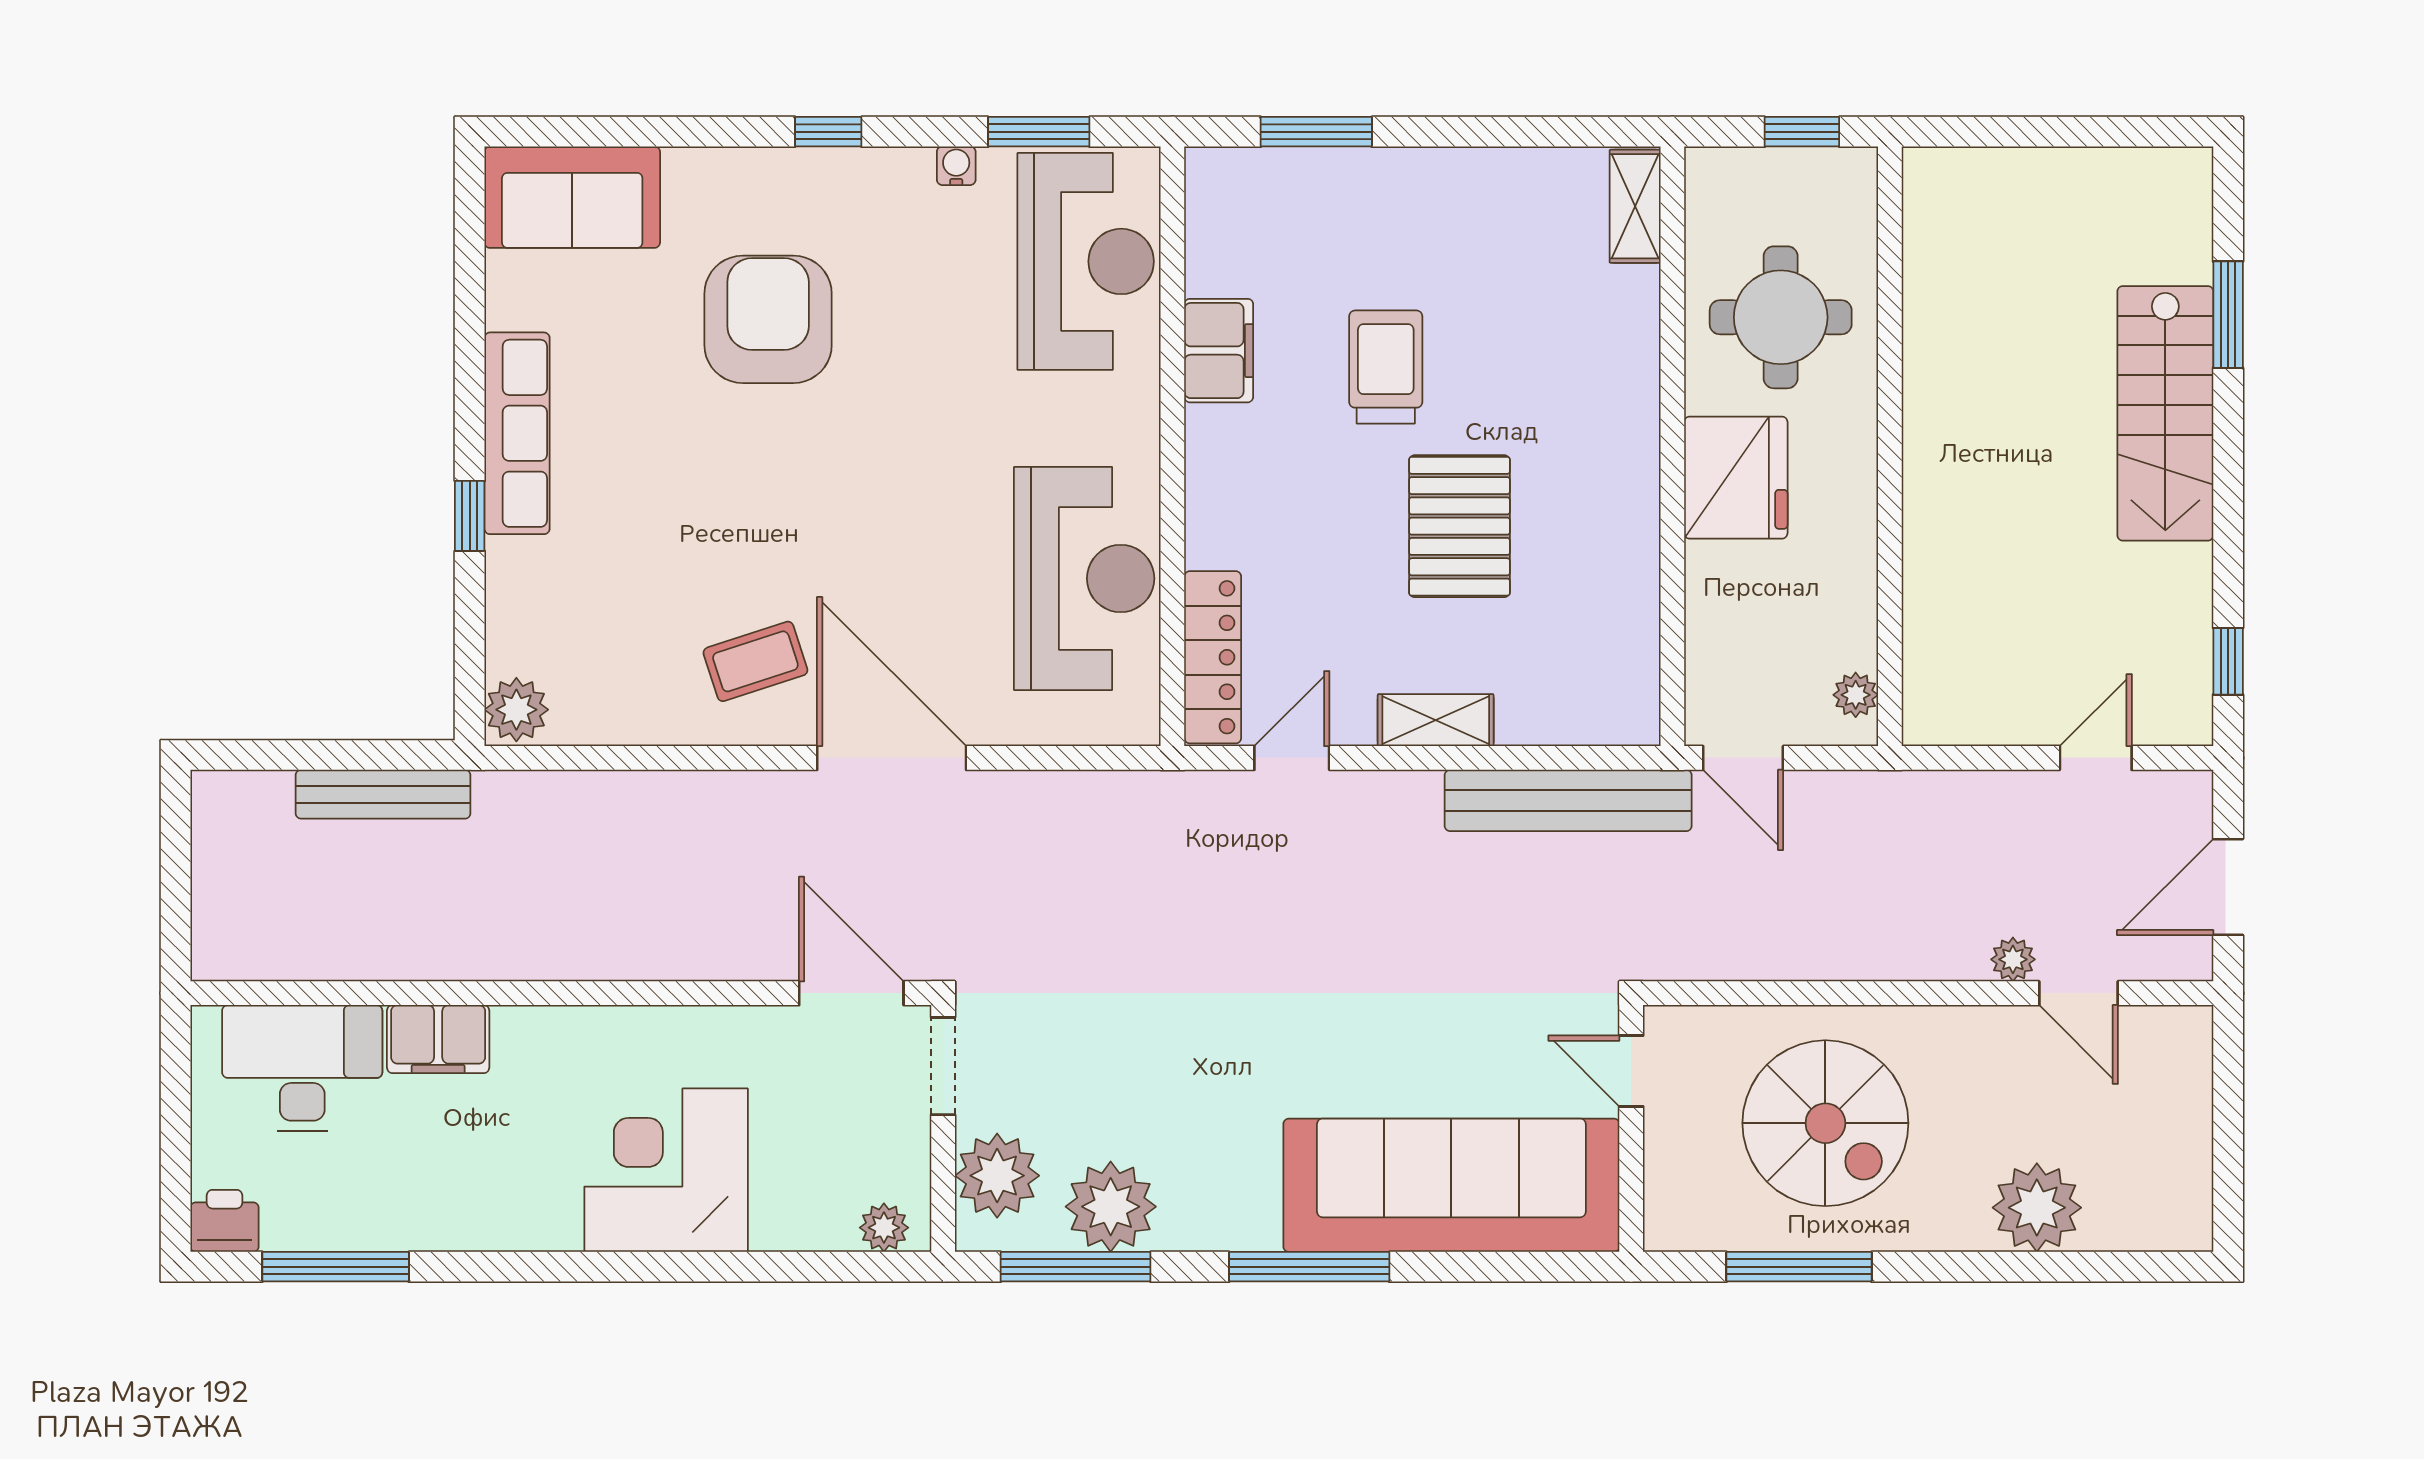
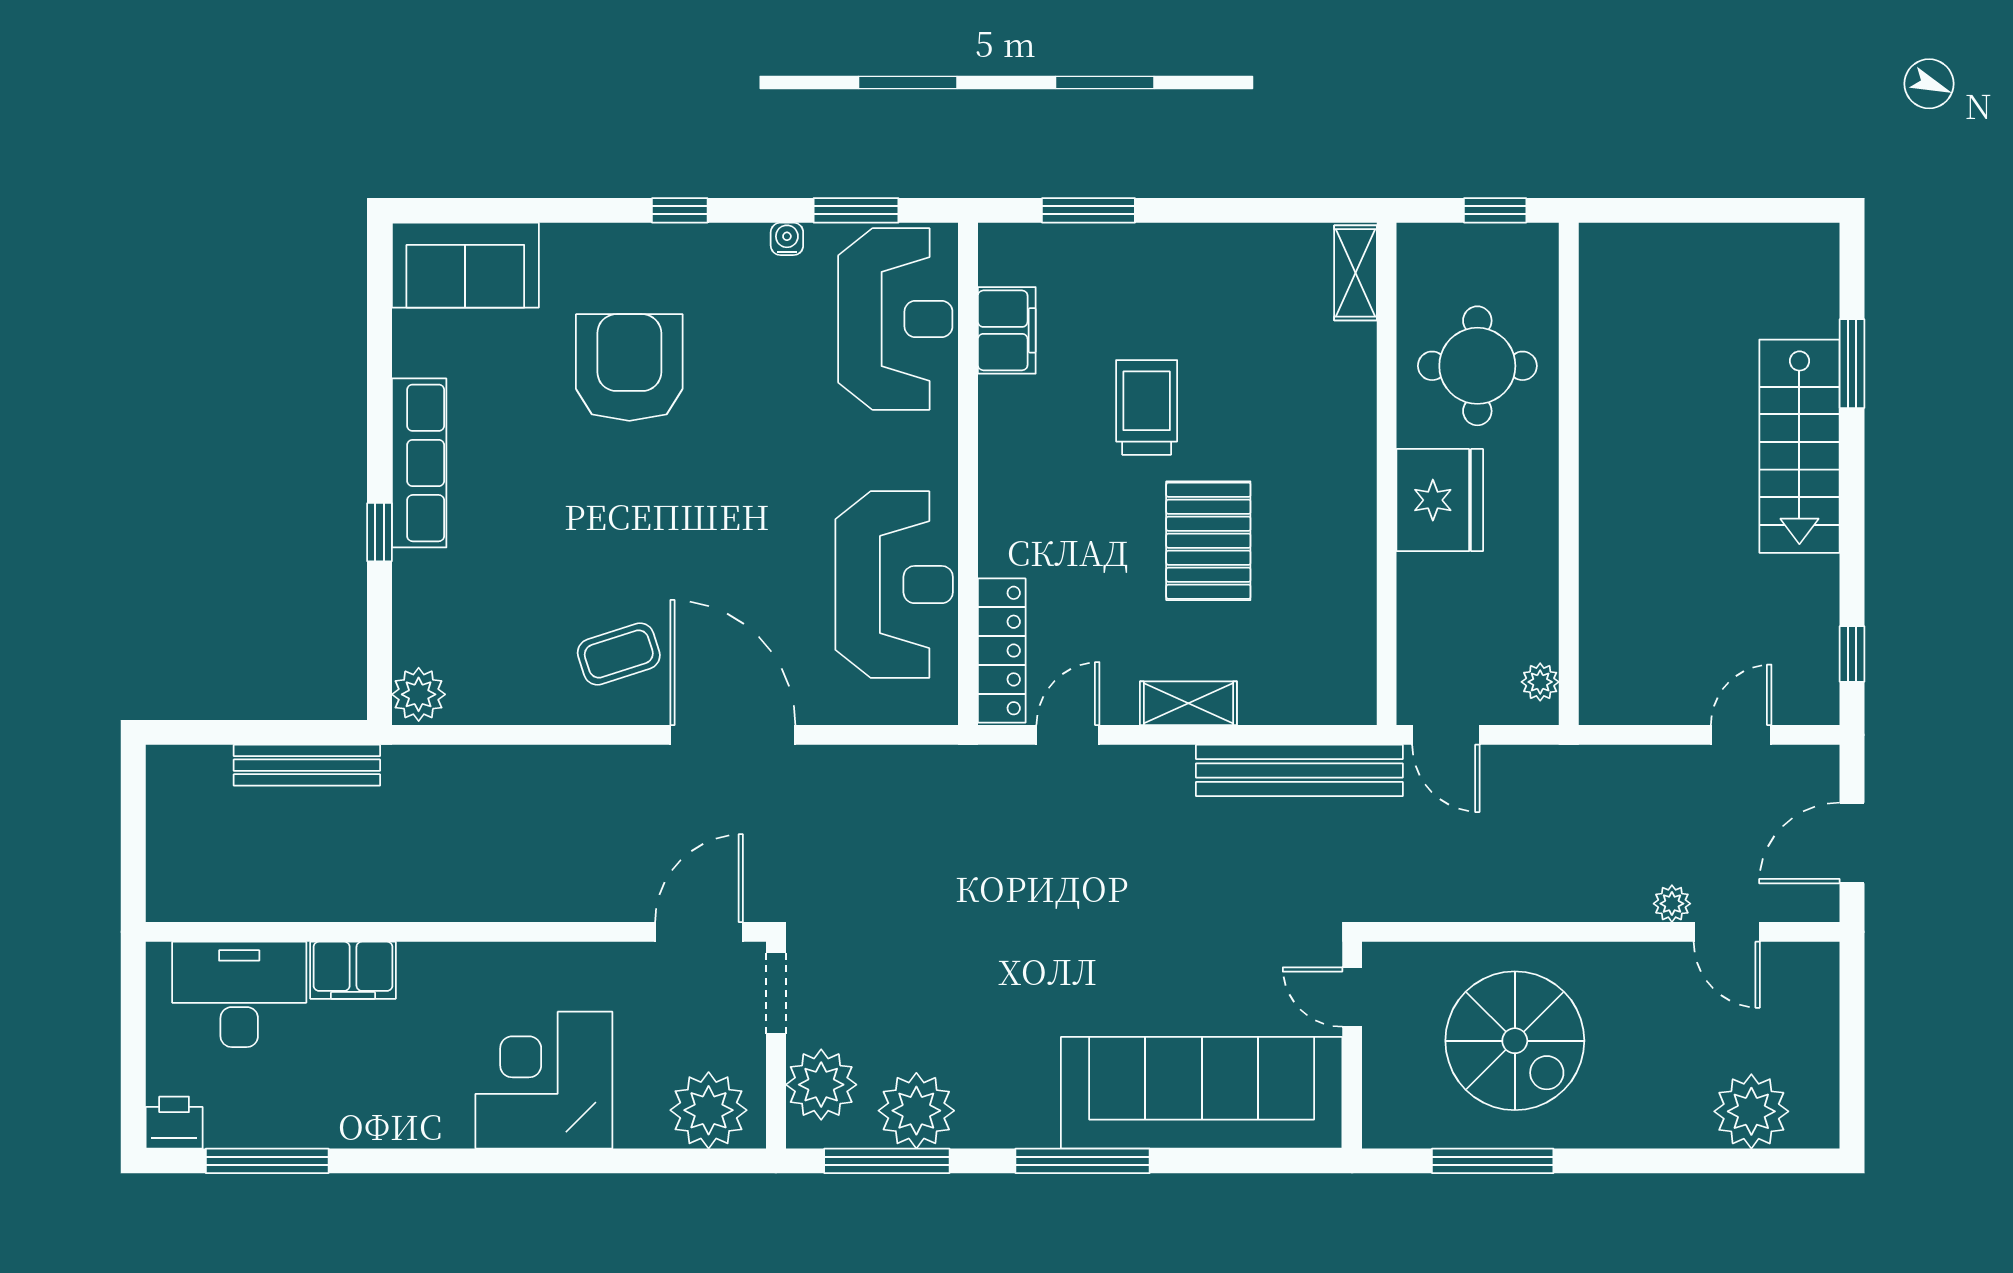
filing cabinet: (1219, 351) -> (1007, 330), moved
door: (851, 993) -> (699, 932), hinge flipped
plant: (2037, 1208) -> (1751, 1111), moved
plant: (884, 1228) -> (709, 1110), width x1.87, depth x1.87

